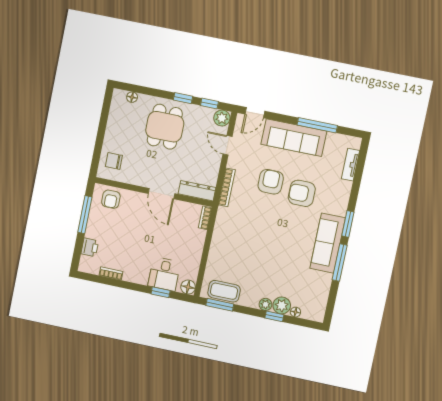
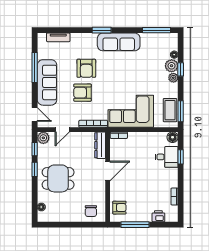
corner sofa: (233, 240) -> (131, 111), added
window: (340, 262) -> (157, 30), moved

